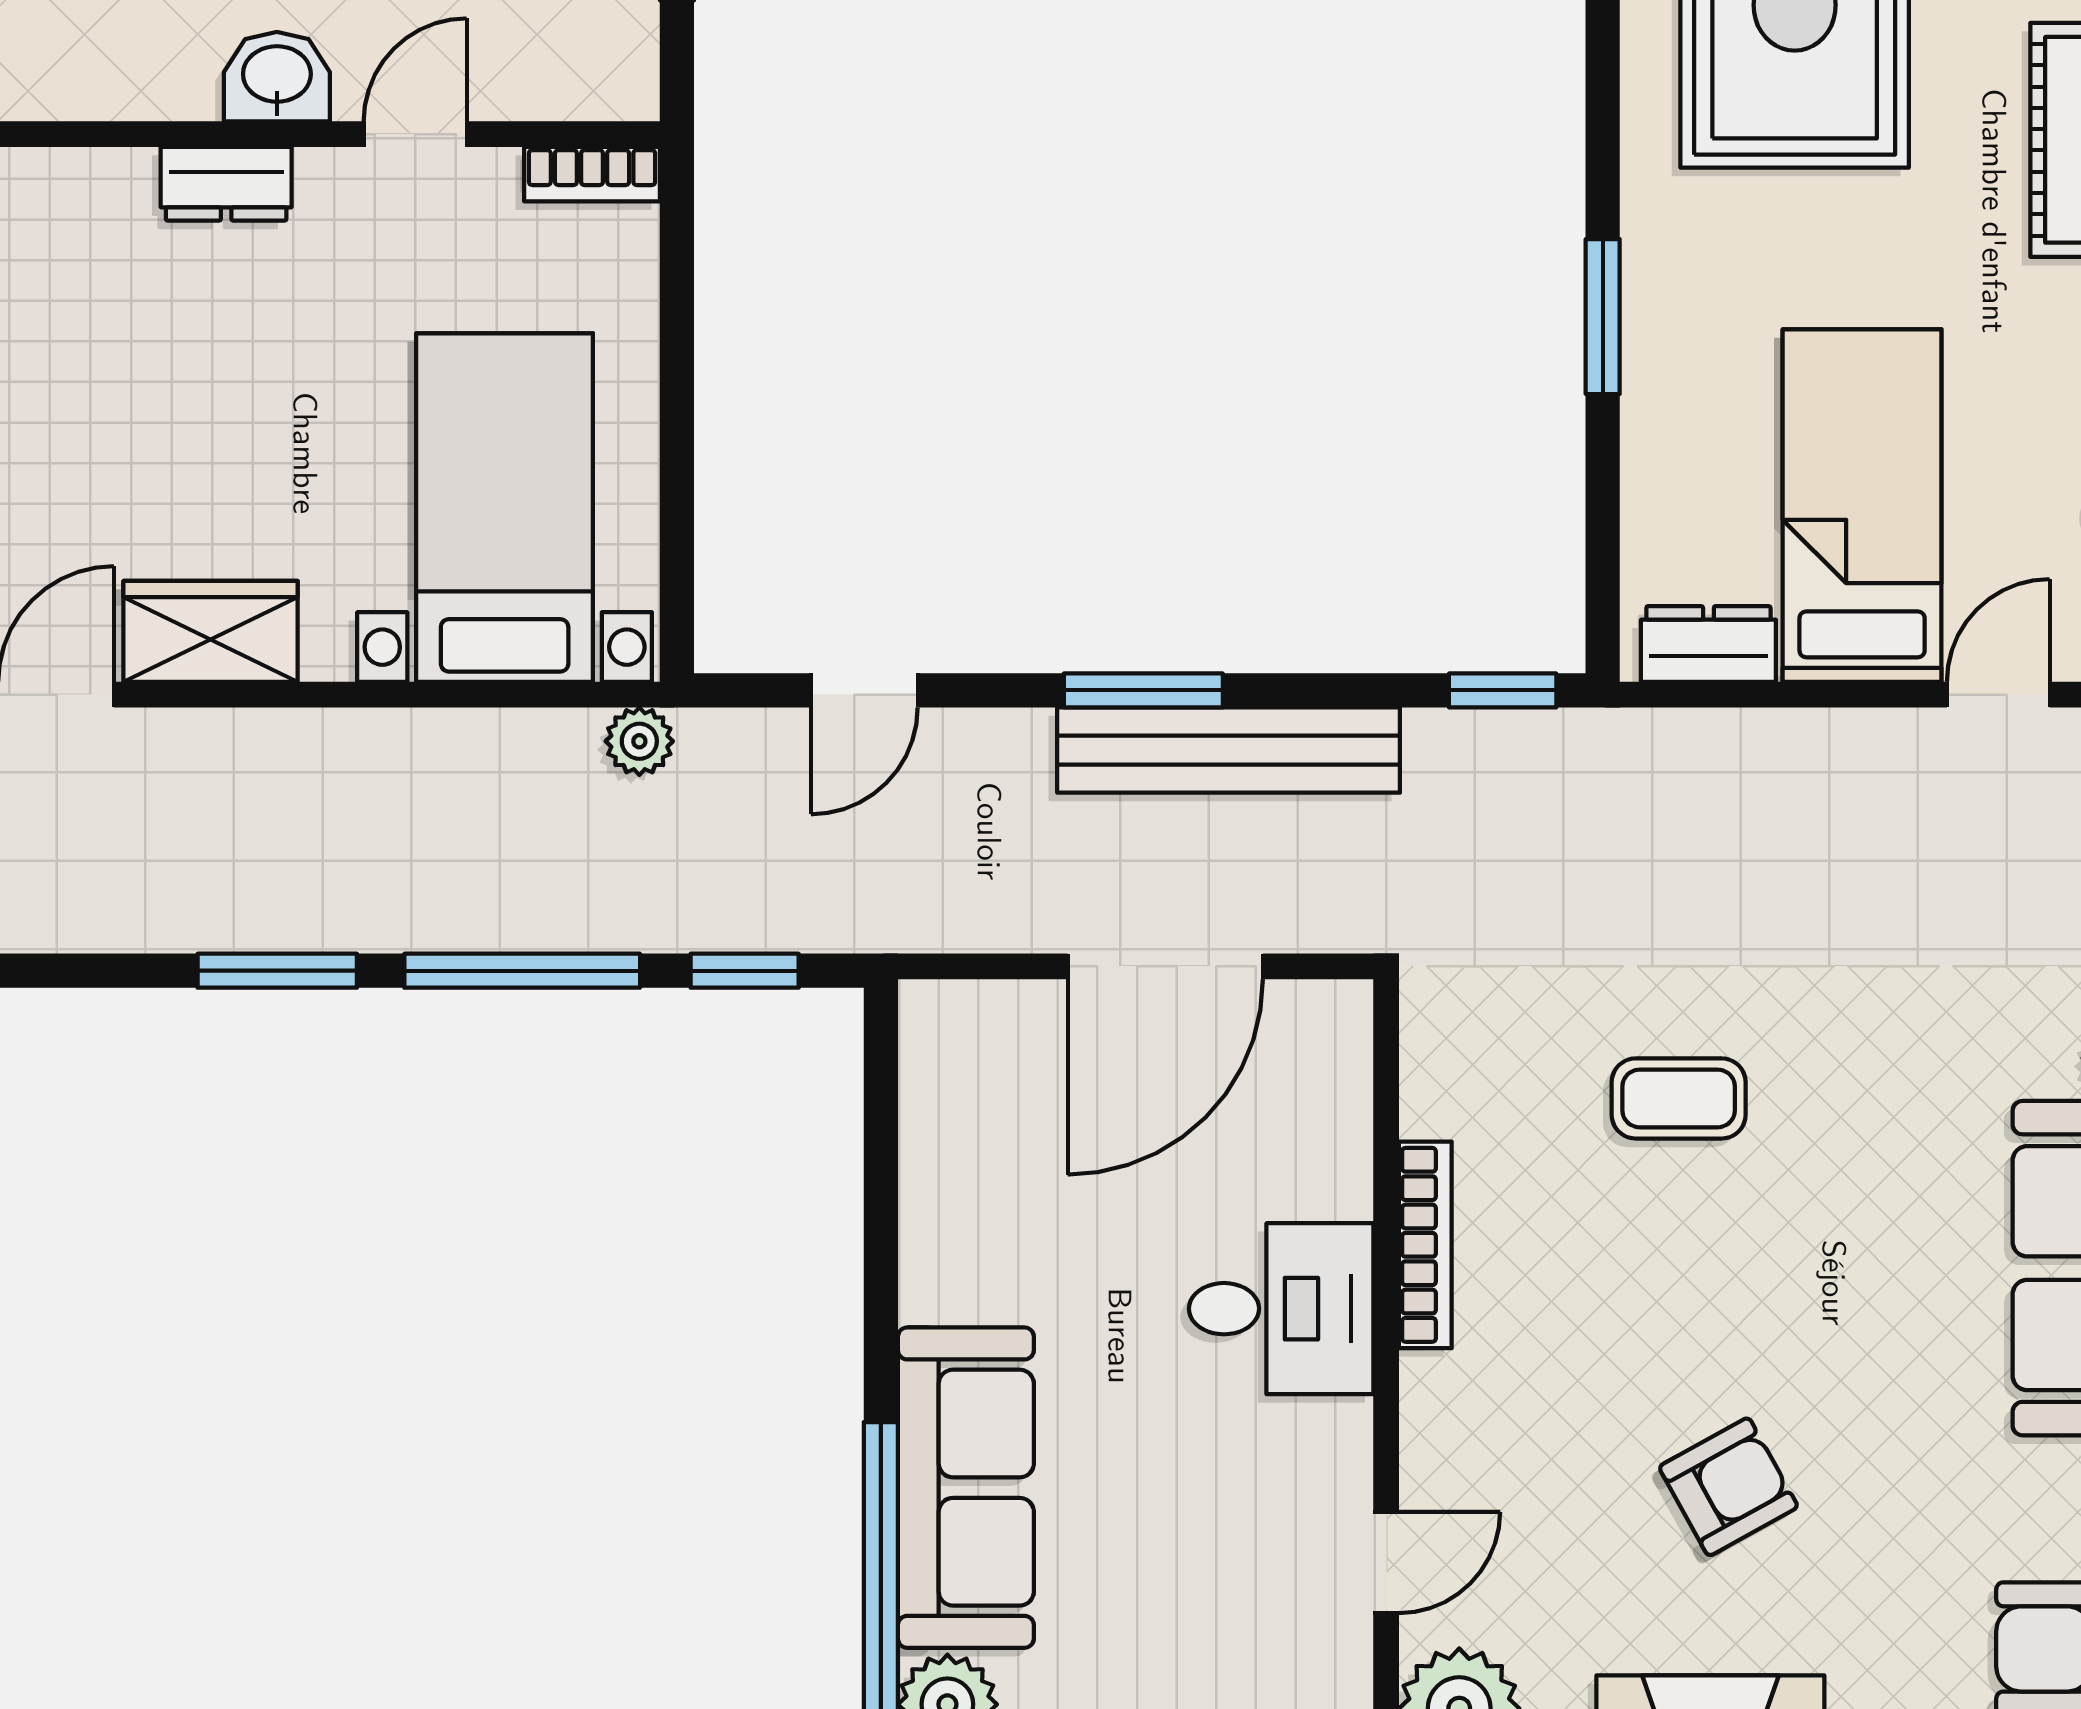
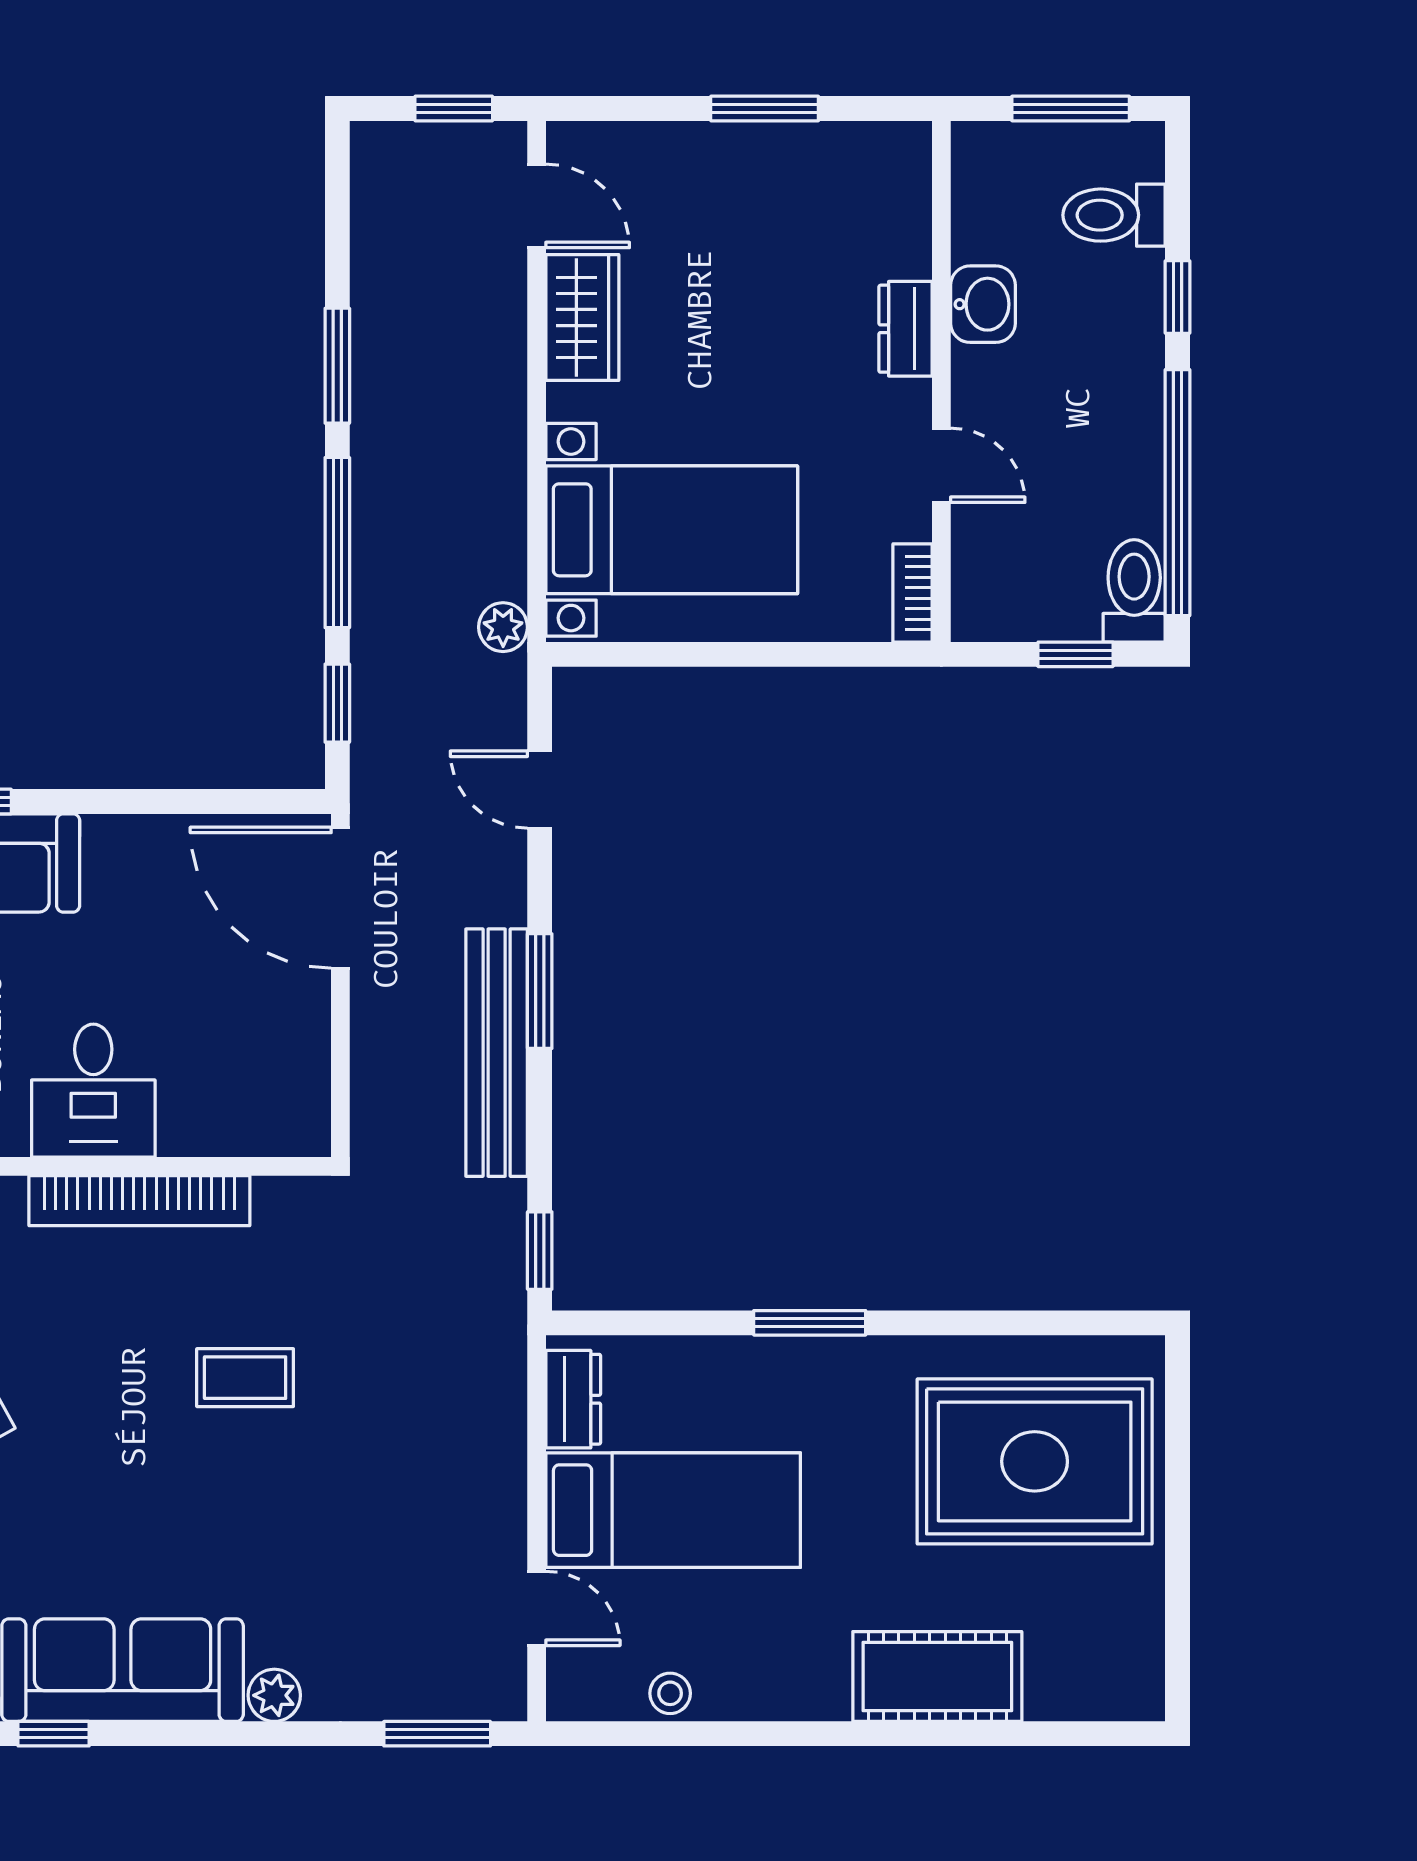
washbasin: (277, 77) -> (983, 304), moved
door: (1165, 966) -> (340, 898), moved
coffee table: (1679, 1098) -> (245, 1378), turned 90
bookcase: (1425, 1245) -> (139, 1201), width x1.48, depth x1.31

